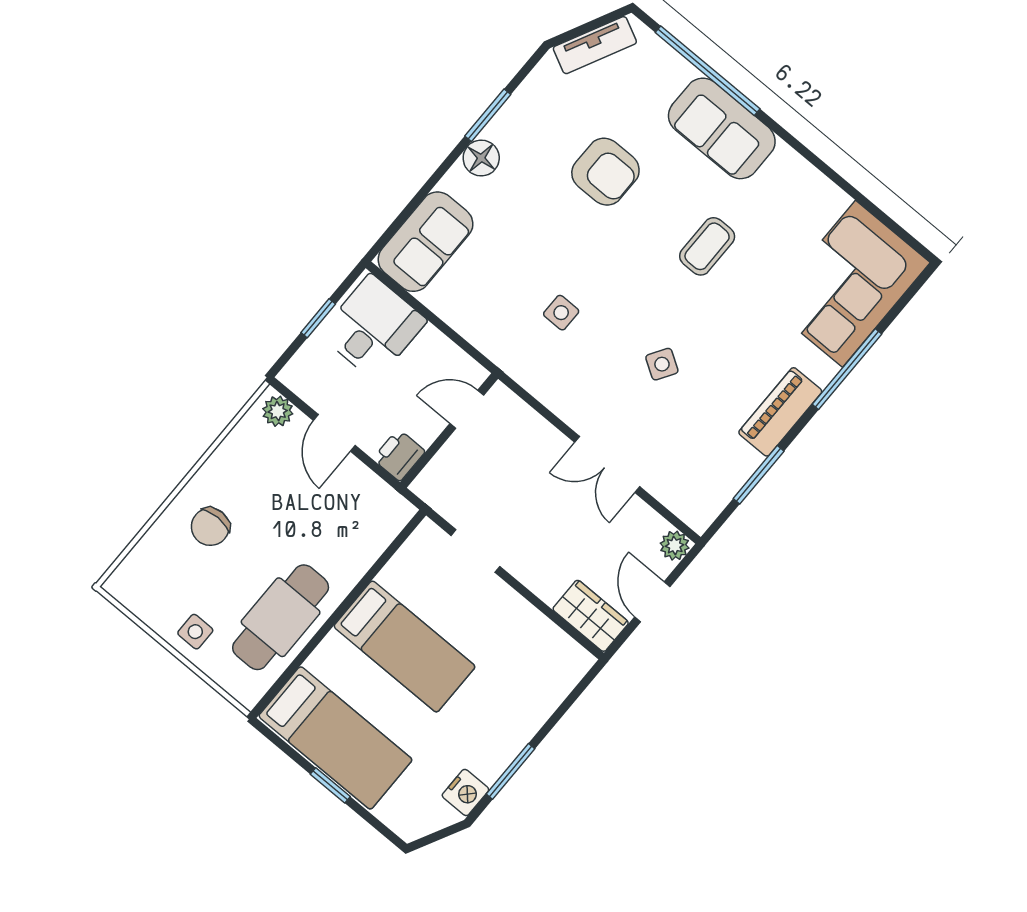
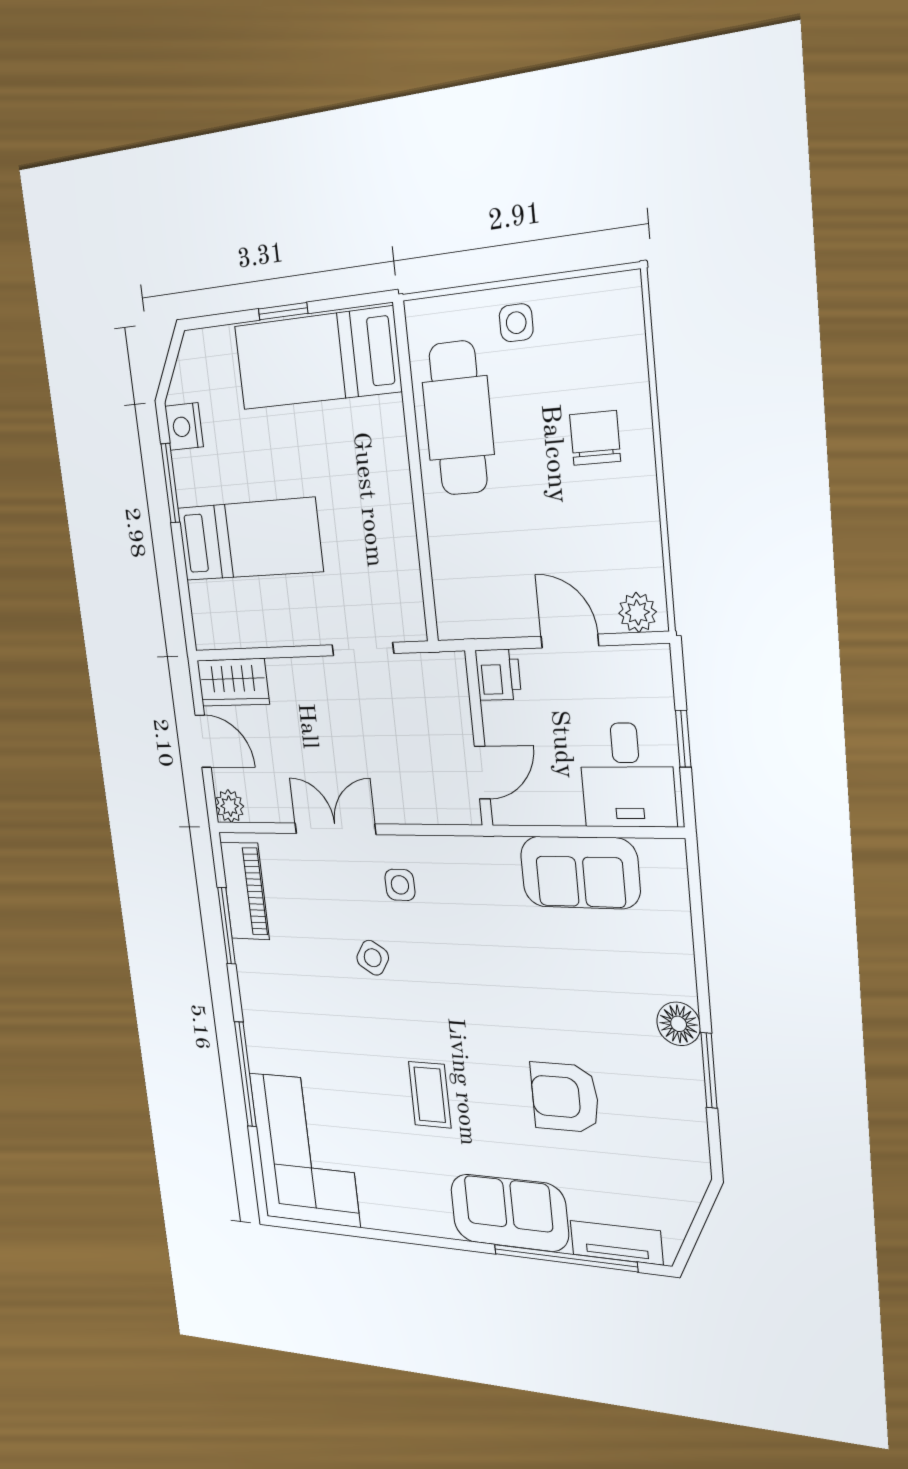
tv unit: (595, 45) -> (616, 1243), moved, turned 63
sofa: (426, 242) -> (580, 873), moved, turned -90
side table: (561, 313) -> (400, 885), moved
piano: (780, 412) -> (245, 891), moved
bed: (404, 646) -> (250, 539), moved, turned 180

